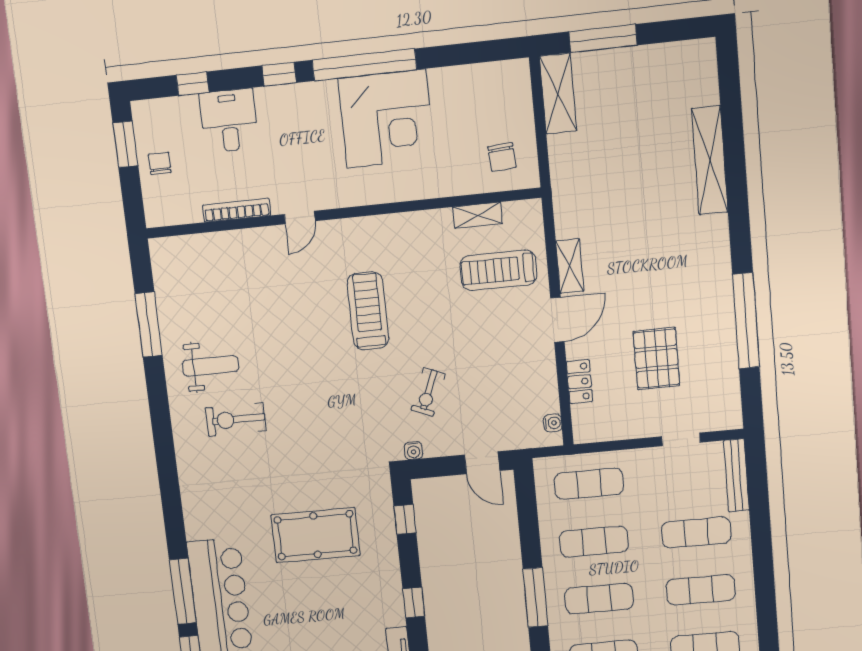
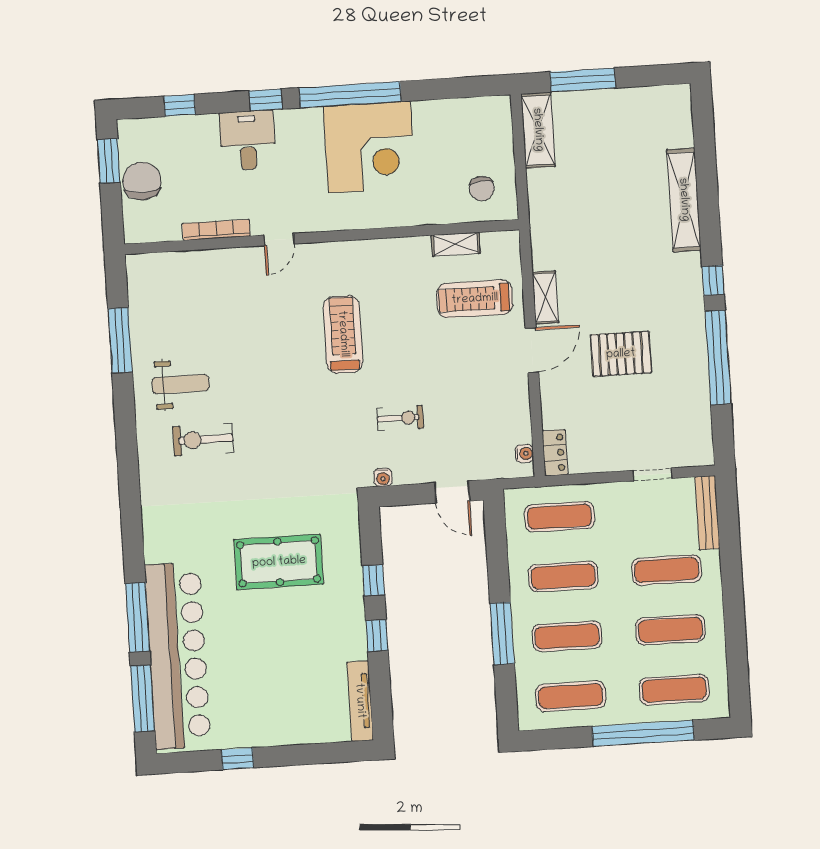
desk: (229, 121) -> (248, 140), moved
chair: (160, 163) -> (142, 181), width x1.87, depth x1.87
window: (740, 242) -> (713, 280), added
pallet: (656, 358) -> (621, 354), moved, turned 90
locker: (580, 382) -> (555, 453), moved
exercise bike: (428, 392) -> (400, 418), turned -112
window: (405, 519) -> (373, 580), moved

